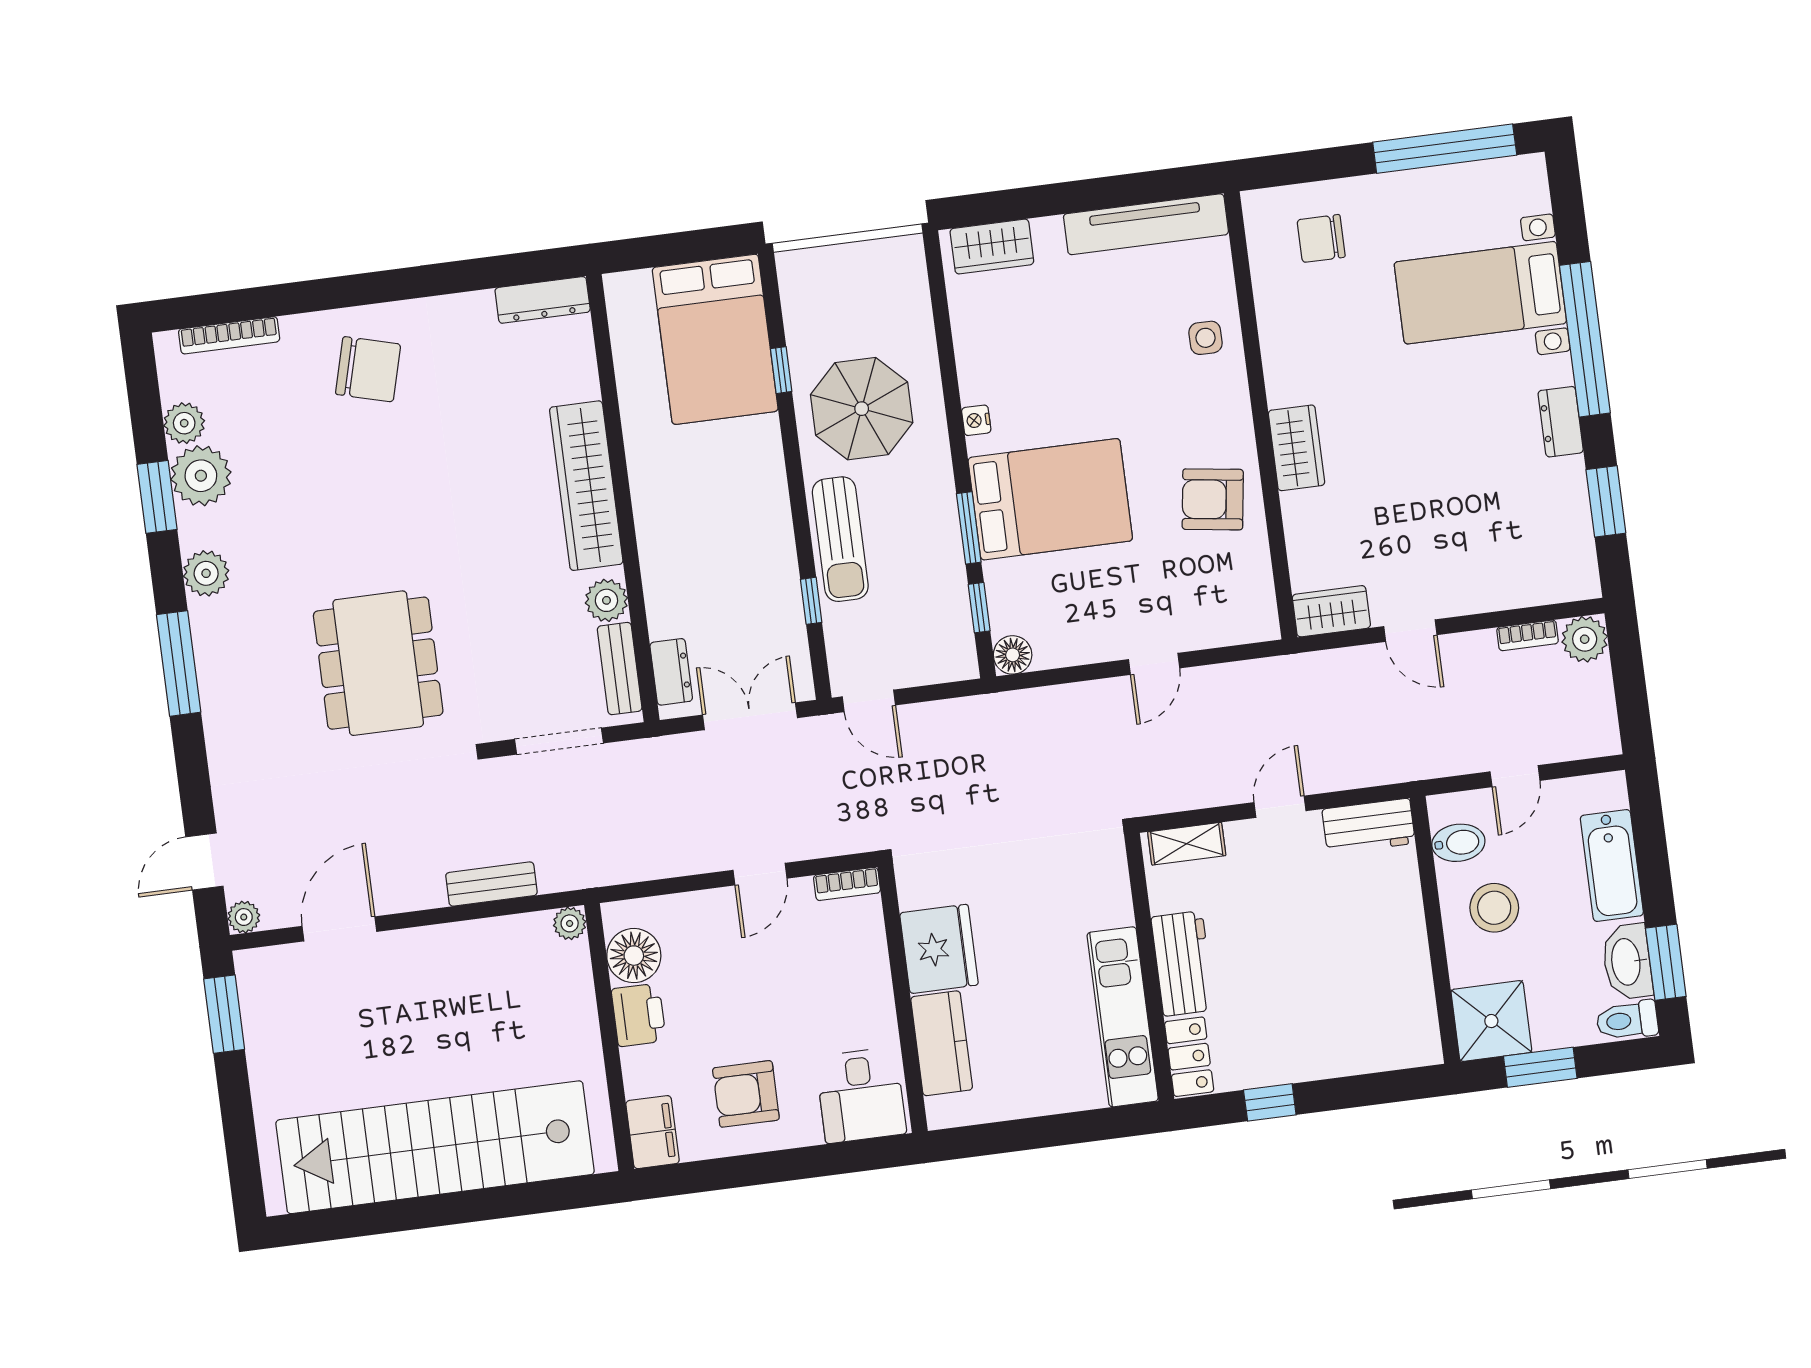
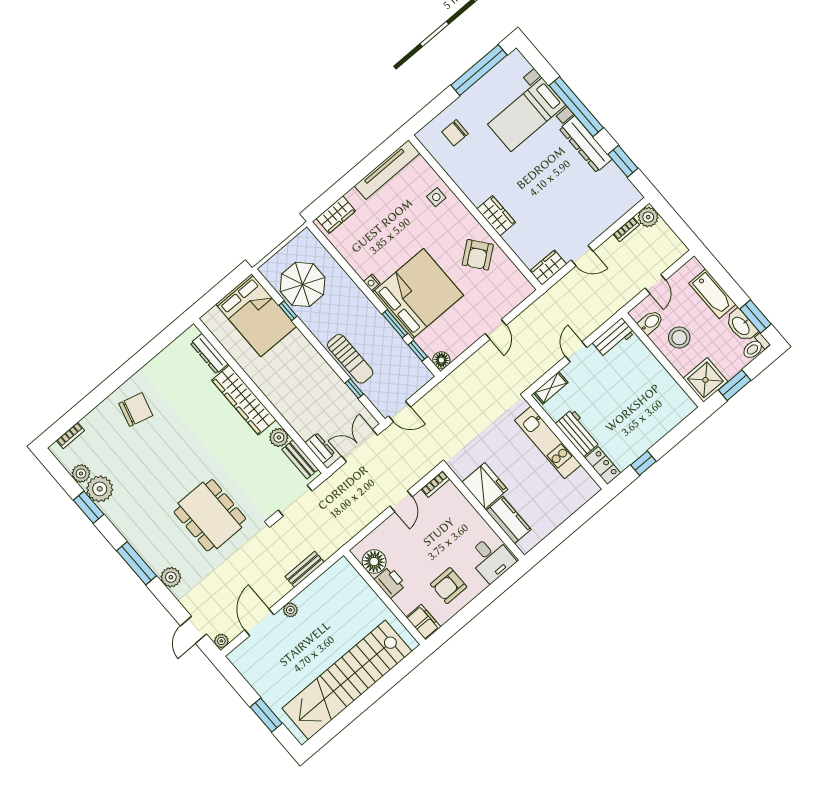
dresser: (543, 300) -> (209, 354), moved, turned 90
bookcase: (229, 335) -> (70, 435), width x0.64
parasol: (862, 409) -> (303, 284), moved
dresser: (1561, 422) -> (586, 144), width x1.96, depth x1.24
bed: (1050, 499) -> (418, 294), width x1.36
armchair: (1213, 499) -> (478, 255), turned -46
plant: (206, 573) -> (171, 577), moved
plant: (570, 923) -> (290, 610), moved
window: (224, 1014) -> (266, 715), moved
kitchen unit: (1123, 1017) -> (548, 442), moved

